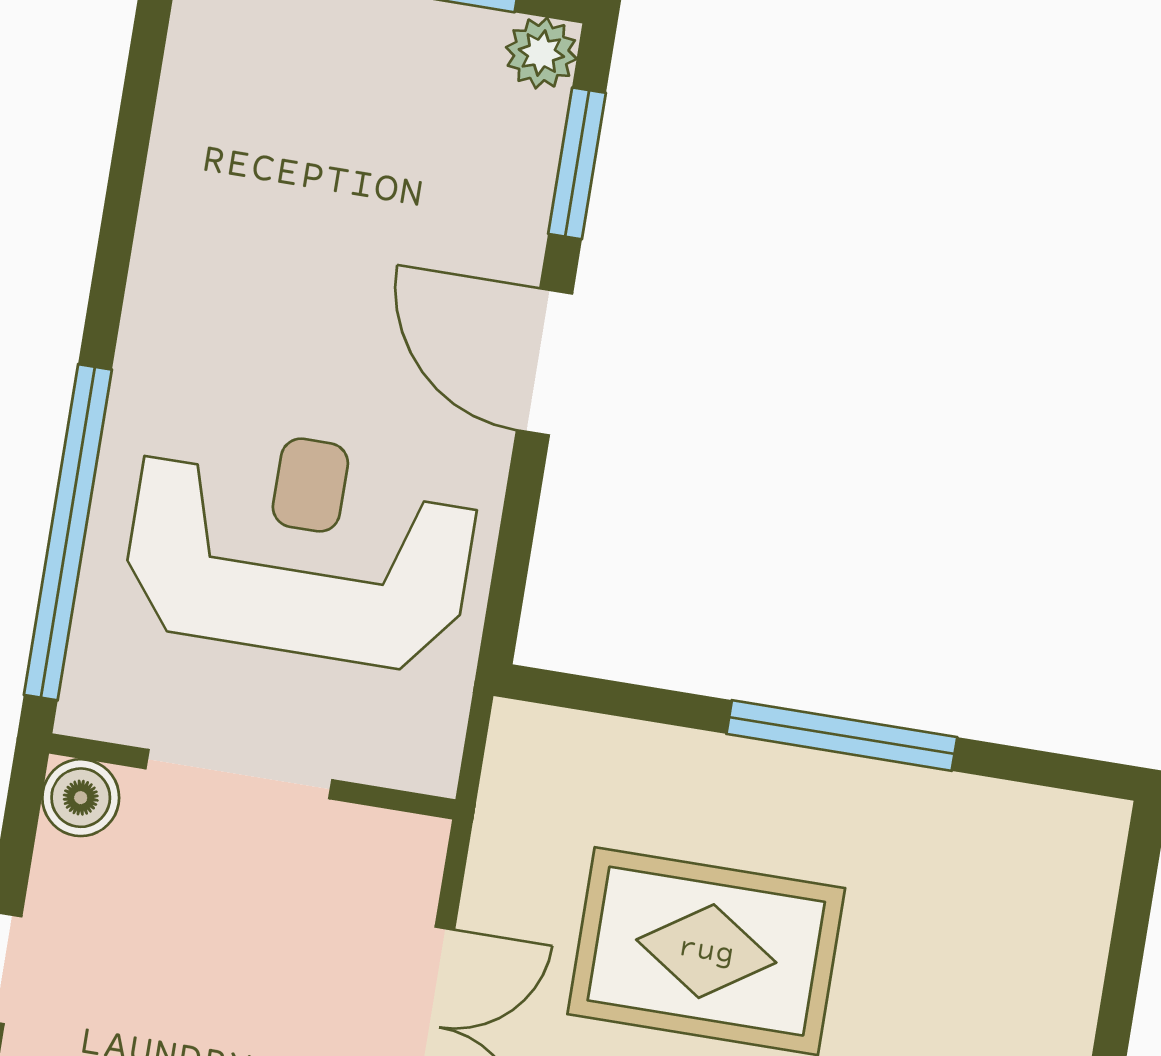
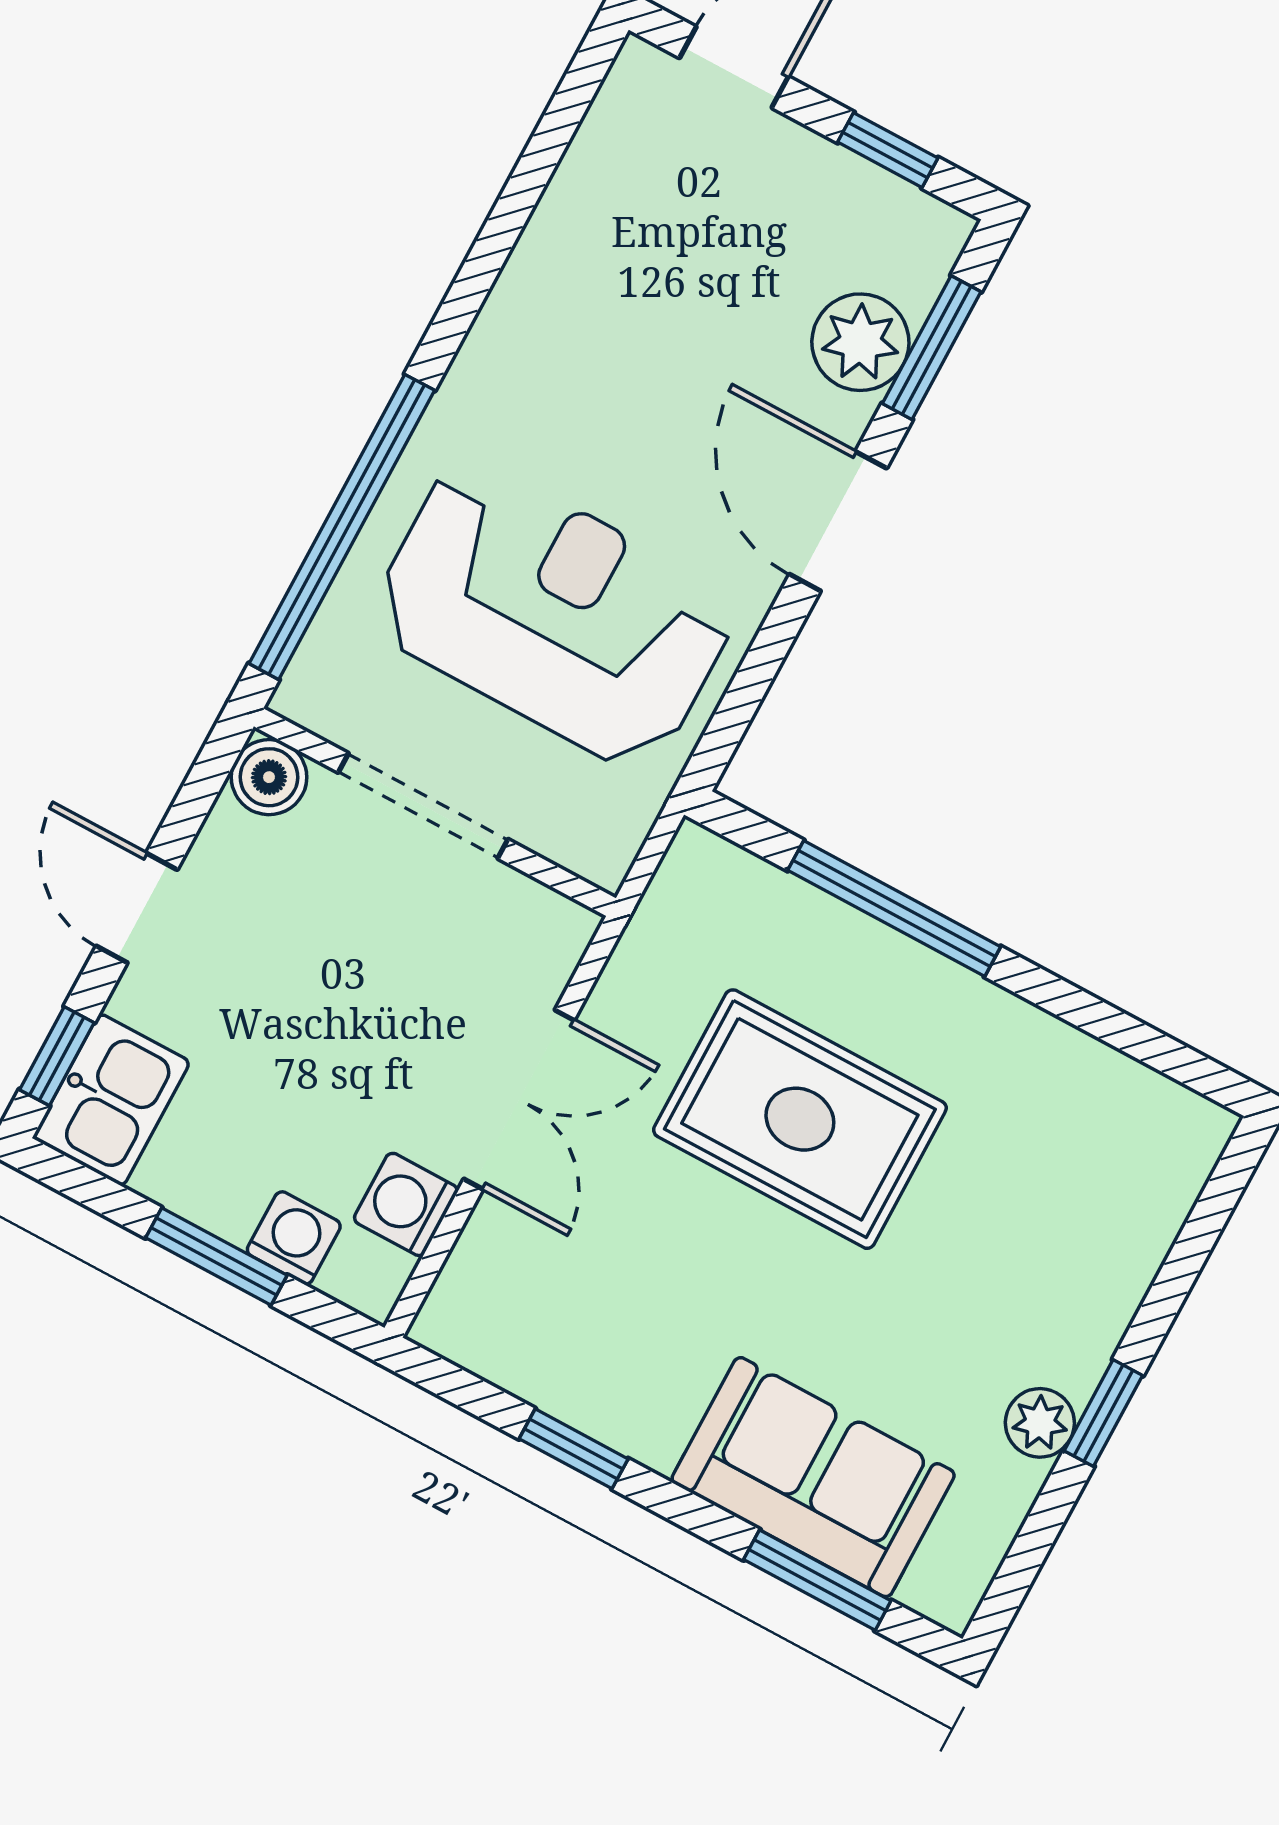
plant: (541, 53) -> (860, 342), moved, width x1.38, depth x1.38
window: (842, 736) -> (894, 908), moved

